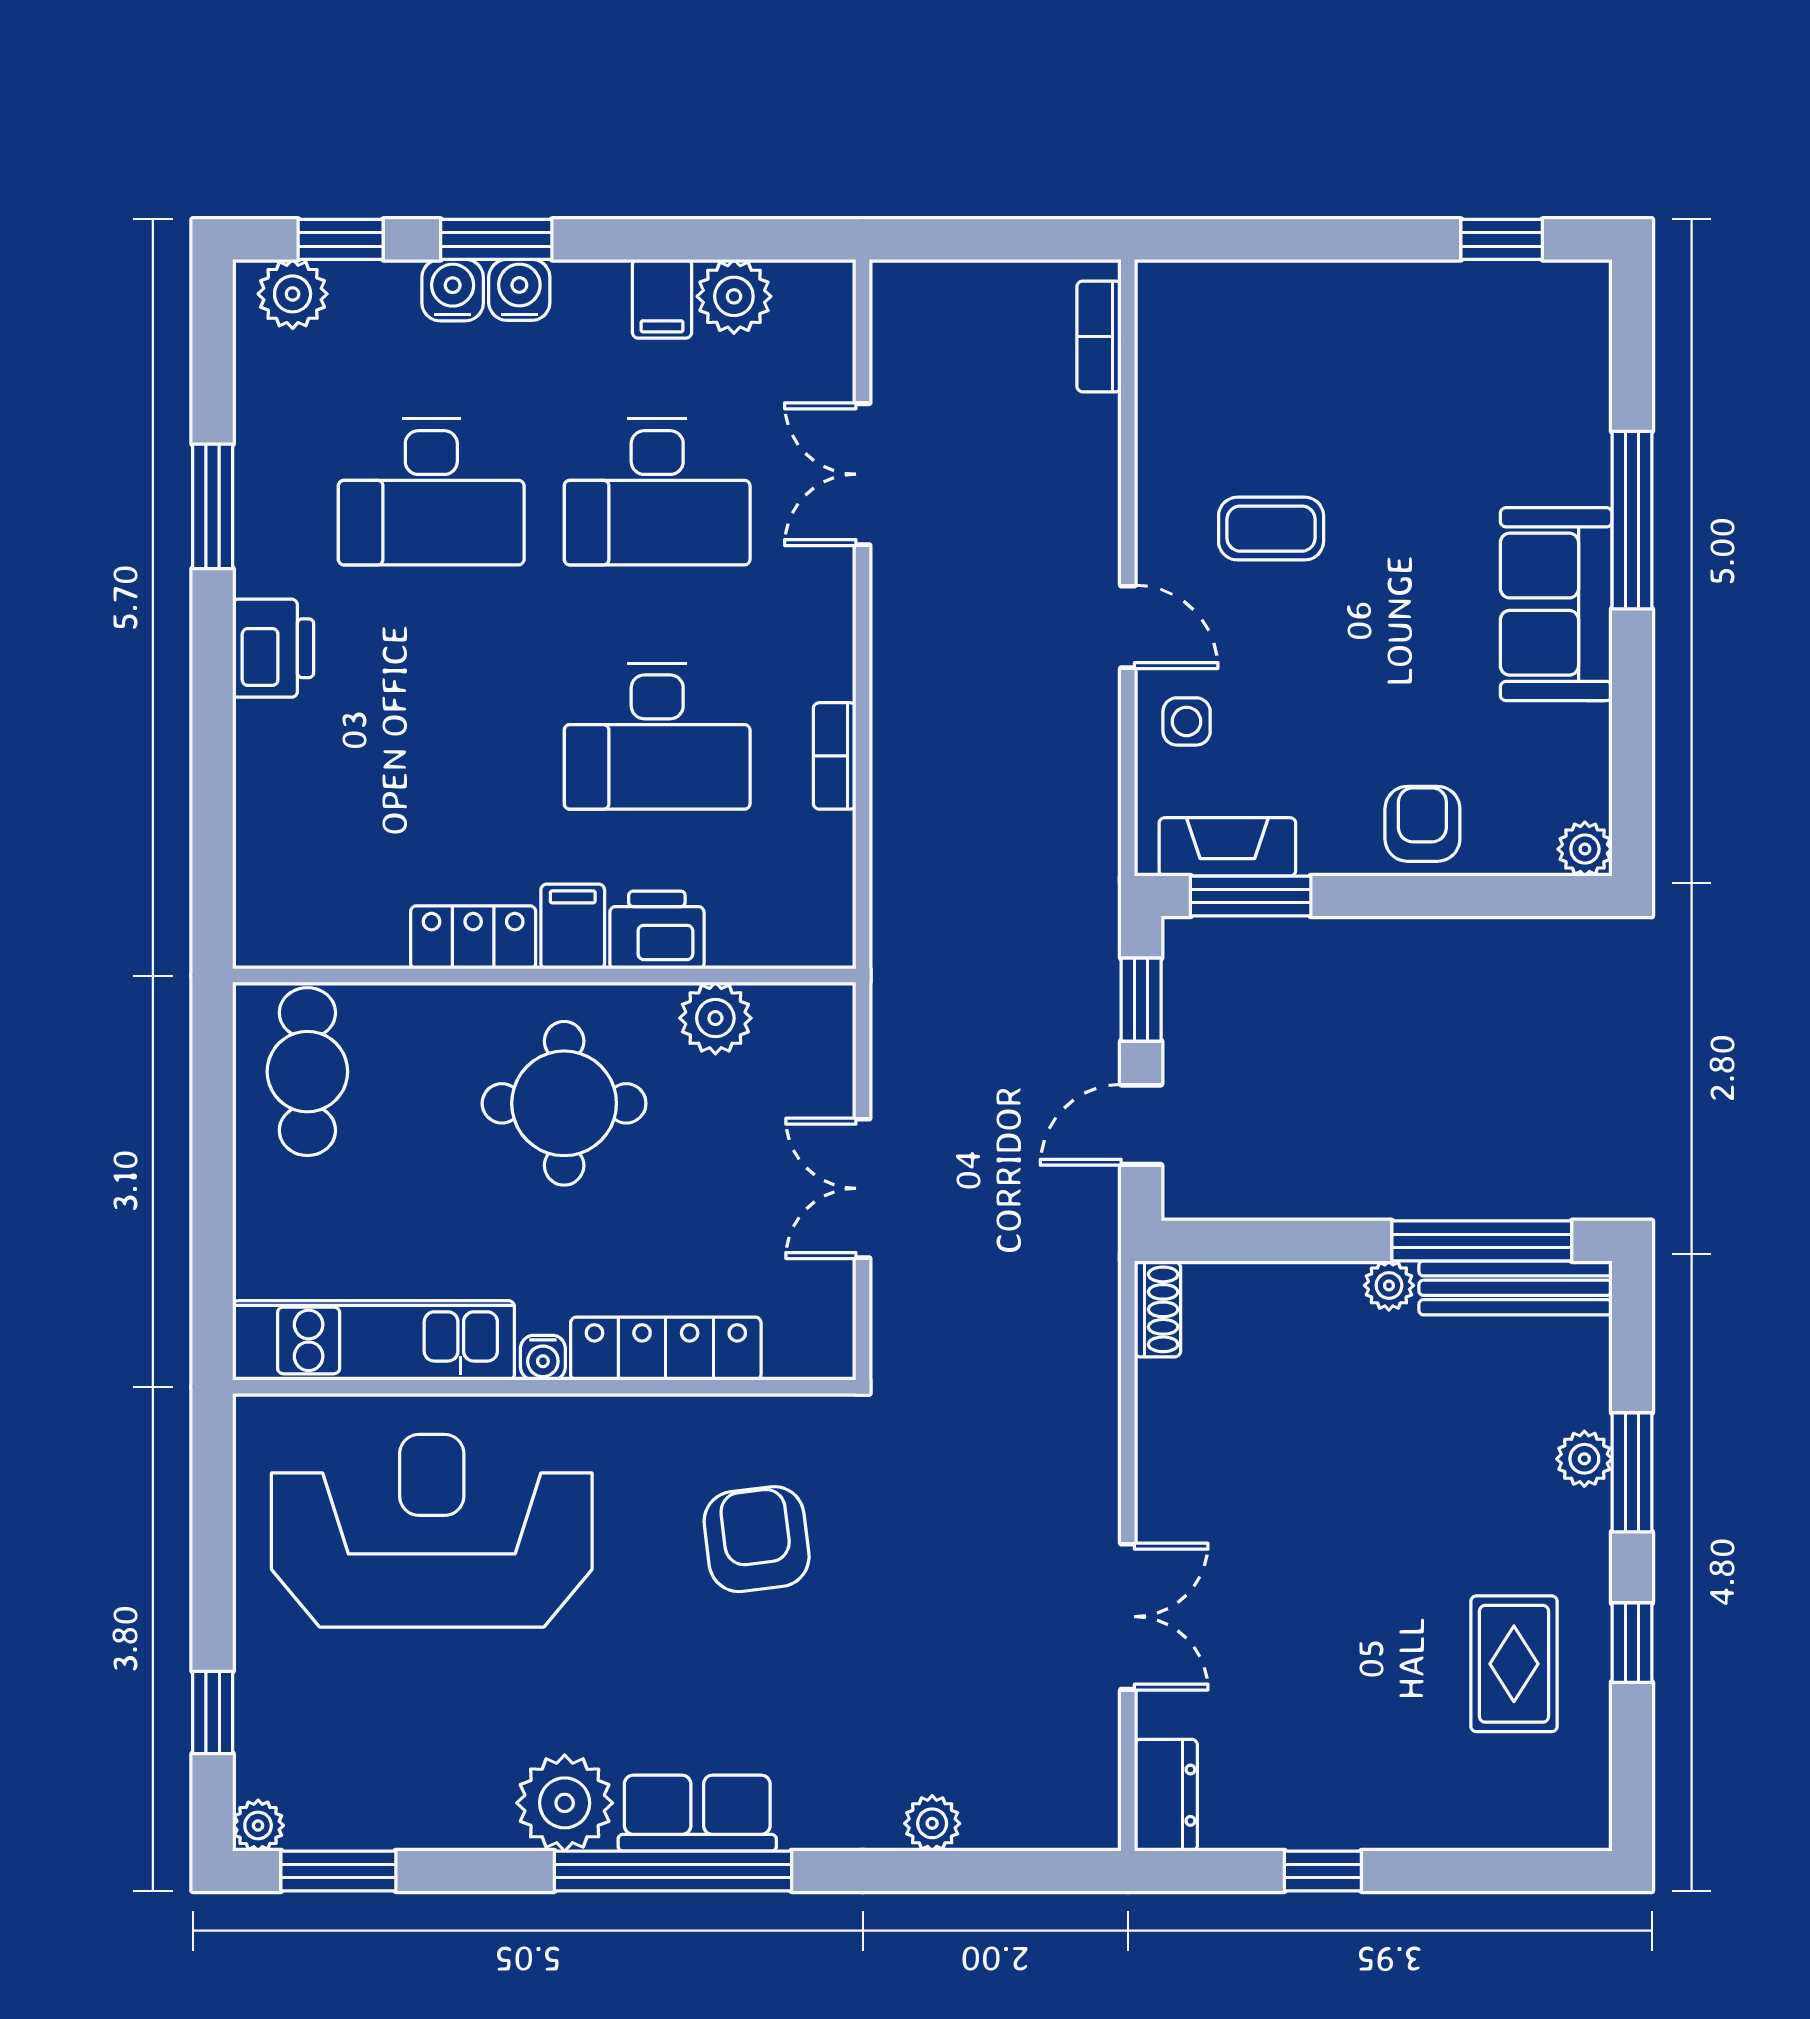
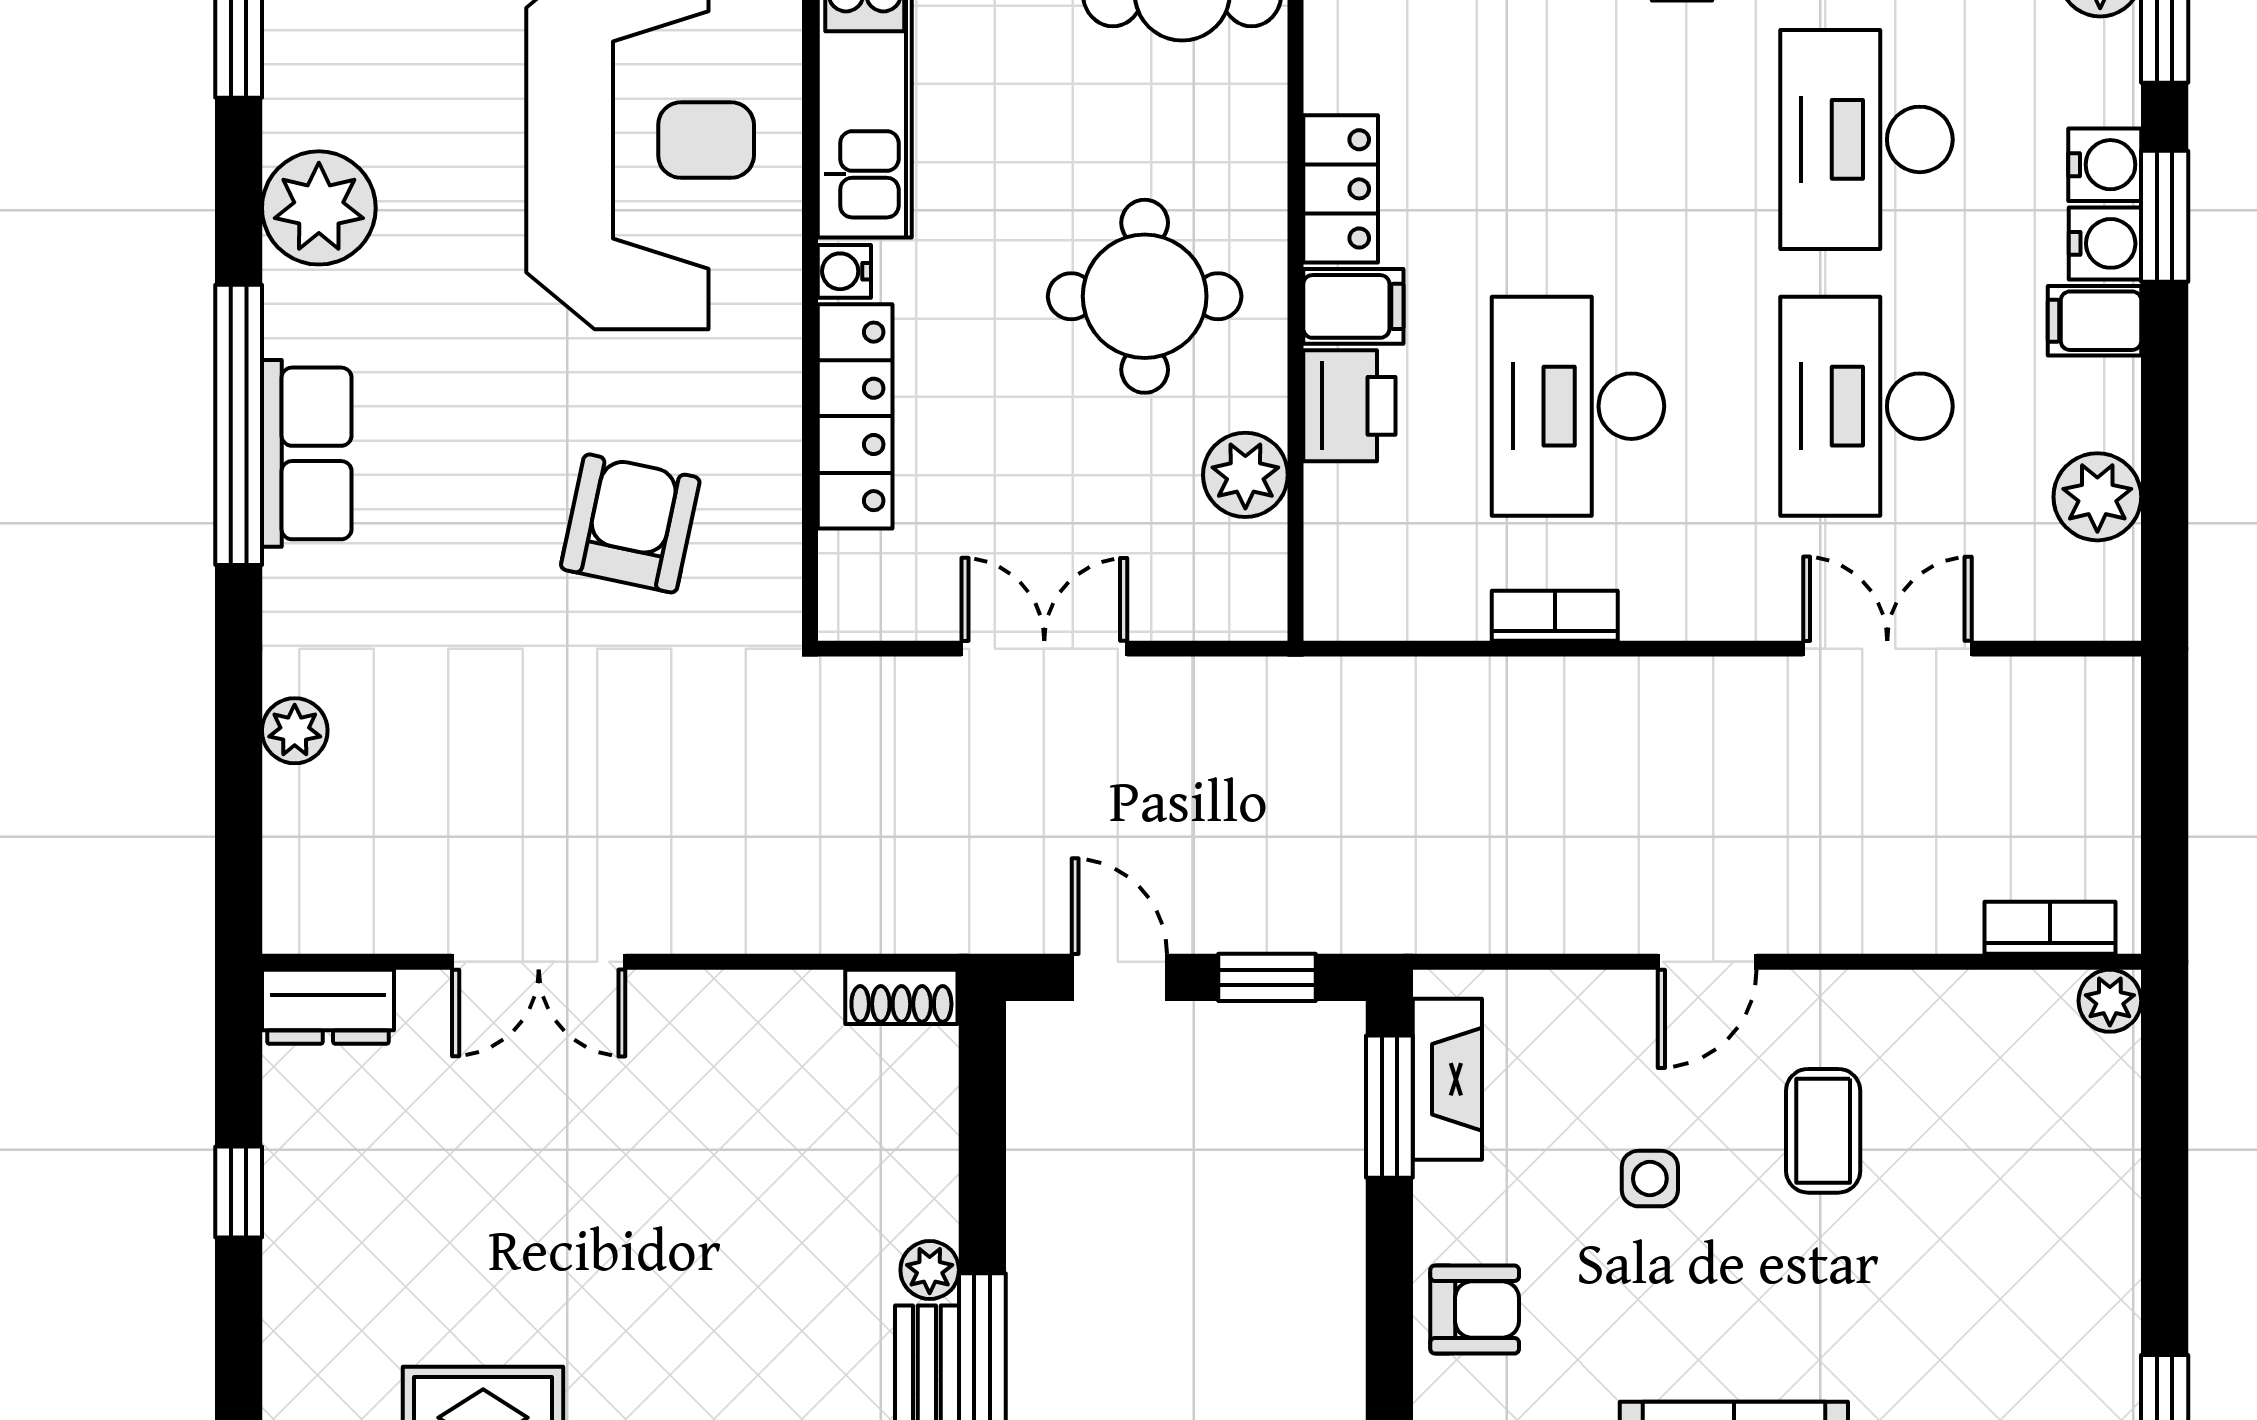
plant: (1161, 286) -> (2110, 1001), added
filing cabinet: (662, 299) -> (2094, 321), moved
side table: (1187, 721) -> (1650, 1179), moved
armchair: (757, 1539) -> (630, 523), turned -71
plant: (565, 1803) -> (319, 208), moved

